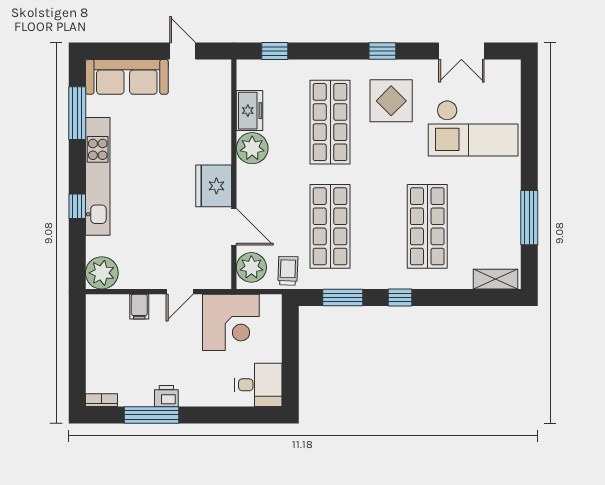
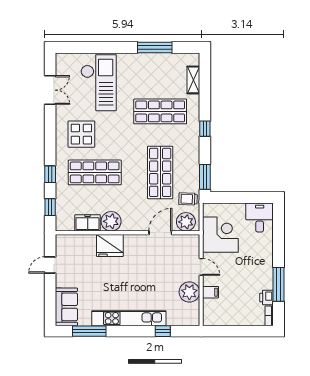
window: (382, 51) -> (50, 174), moved
sofa: (127, 77) -> (66, 307), width x0.73
fridge: (214, 186) -> (110, 246), moved
window: (77, 206) -> (163, 331), moved
shop shelf: (330, 226) -> (160, 172), turned 90
plant: (102, 273) -> (189, 292), moved
shelving: (496, 279) -> (193, 80), moved
window: (343, 297) -> (205, 177), moved
printer: (166, 396) -> (267, 297), moved

